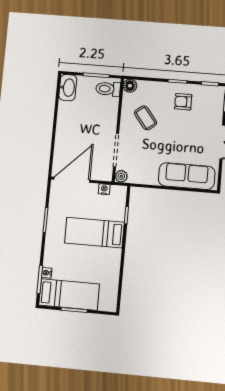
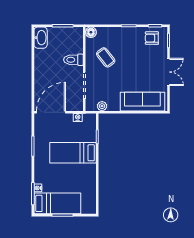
toilet: (108, 89) -> (73, 60), moved
armchair: (183, 102) -> (152, 38), moved
plant: (121, 176) -> (102, 106), moved

